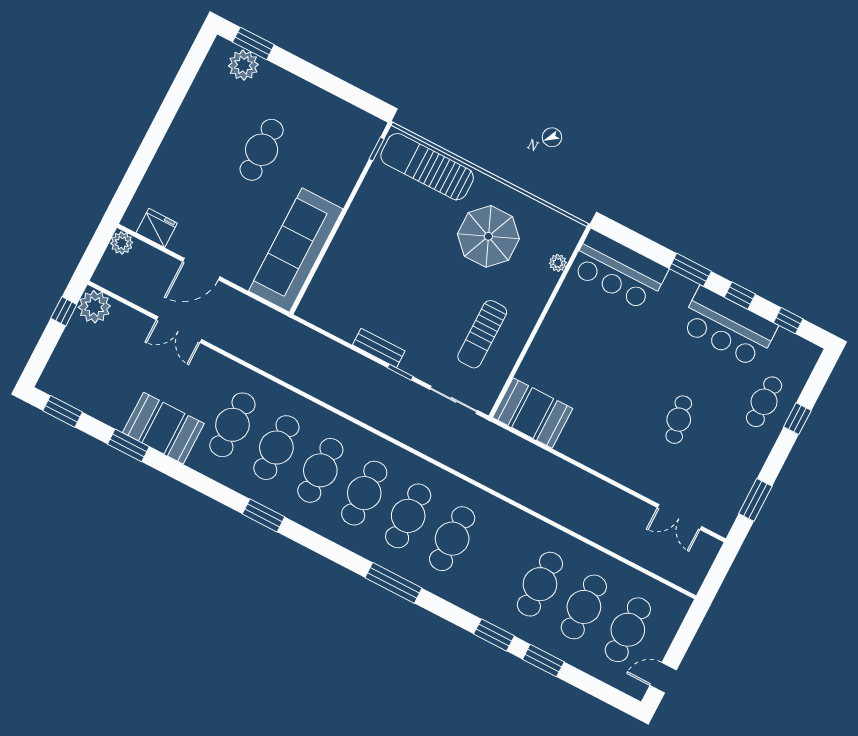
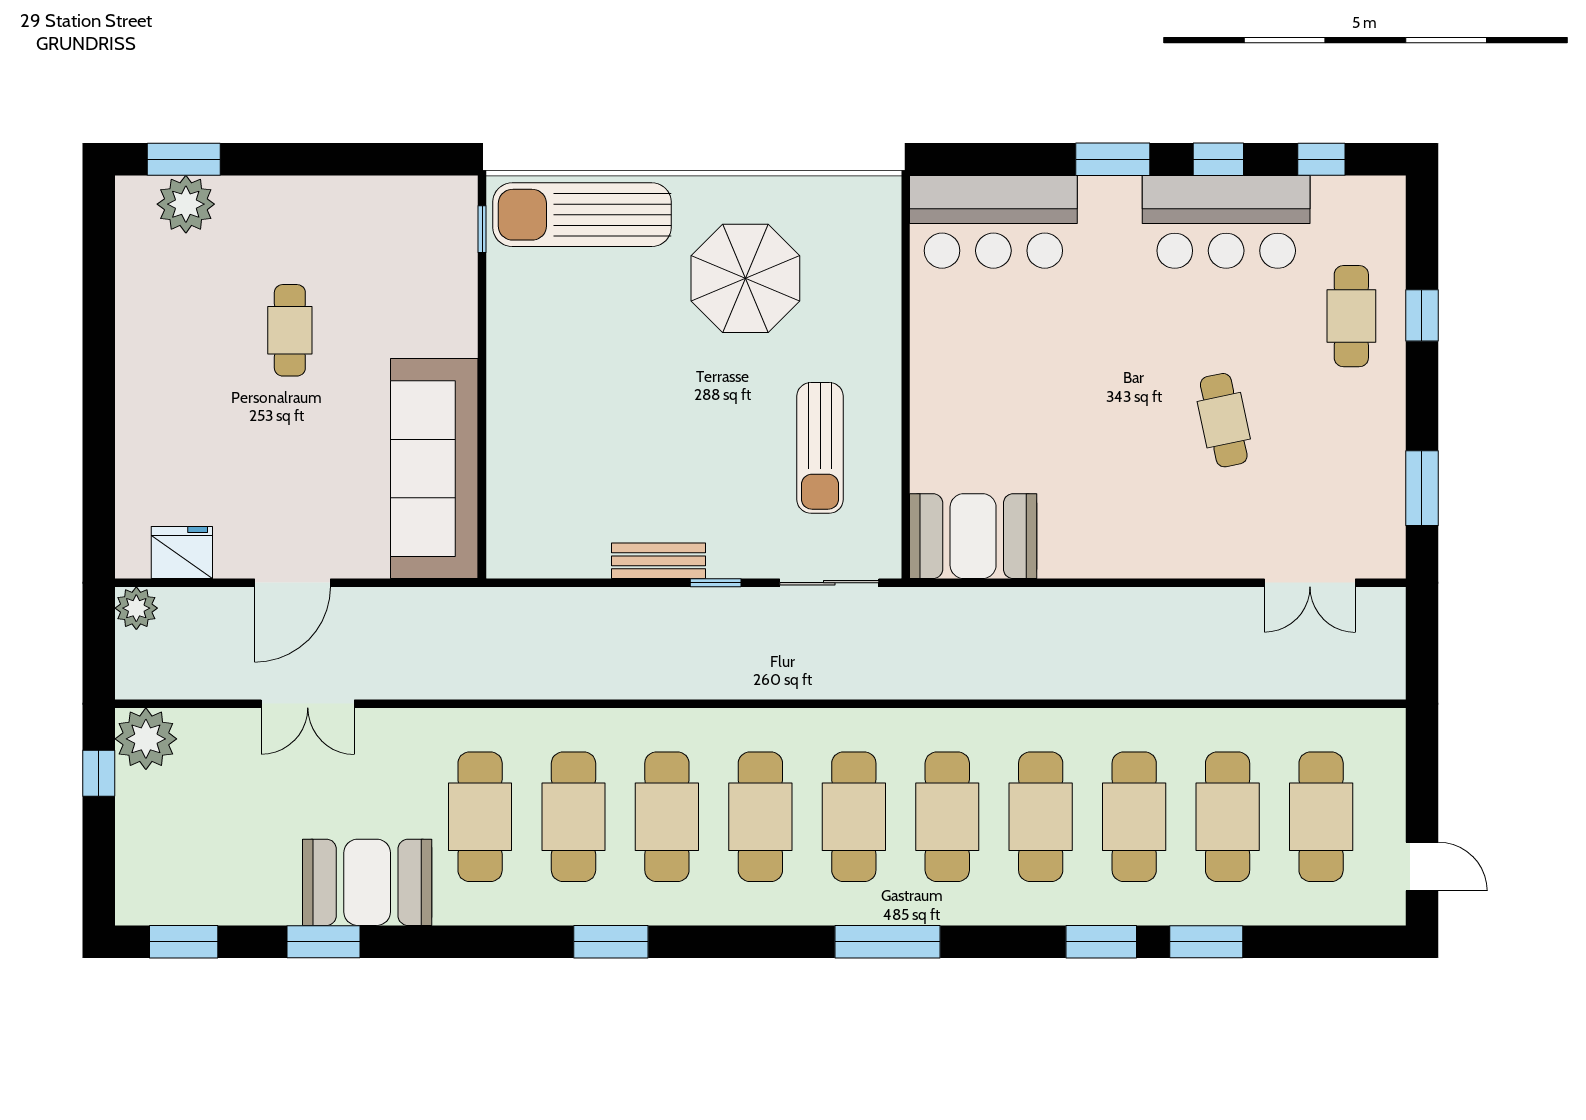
cafe table: (262, 150) -> (290, 330), width x0.73, depth x0.74
plant: (558, 263) -> (885, 262), removed
cafe table: (496, 561) -> (1041, 817), added
door: (663, 678) -> (1422, 866), swing flipped

